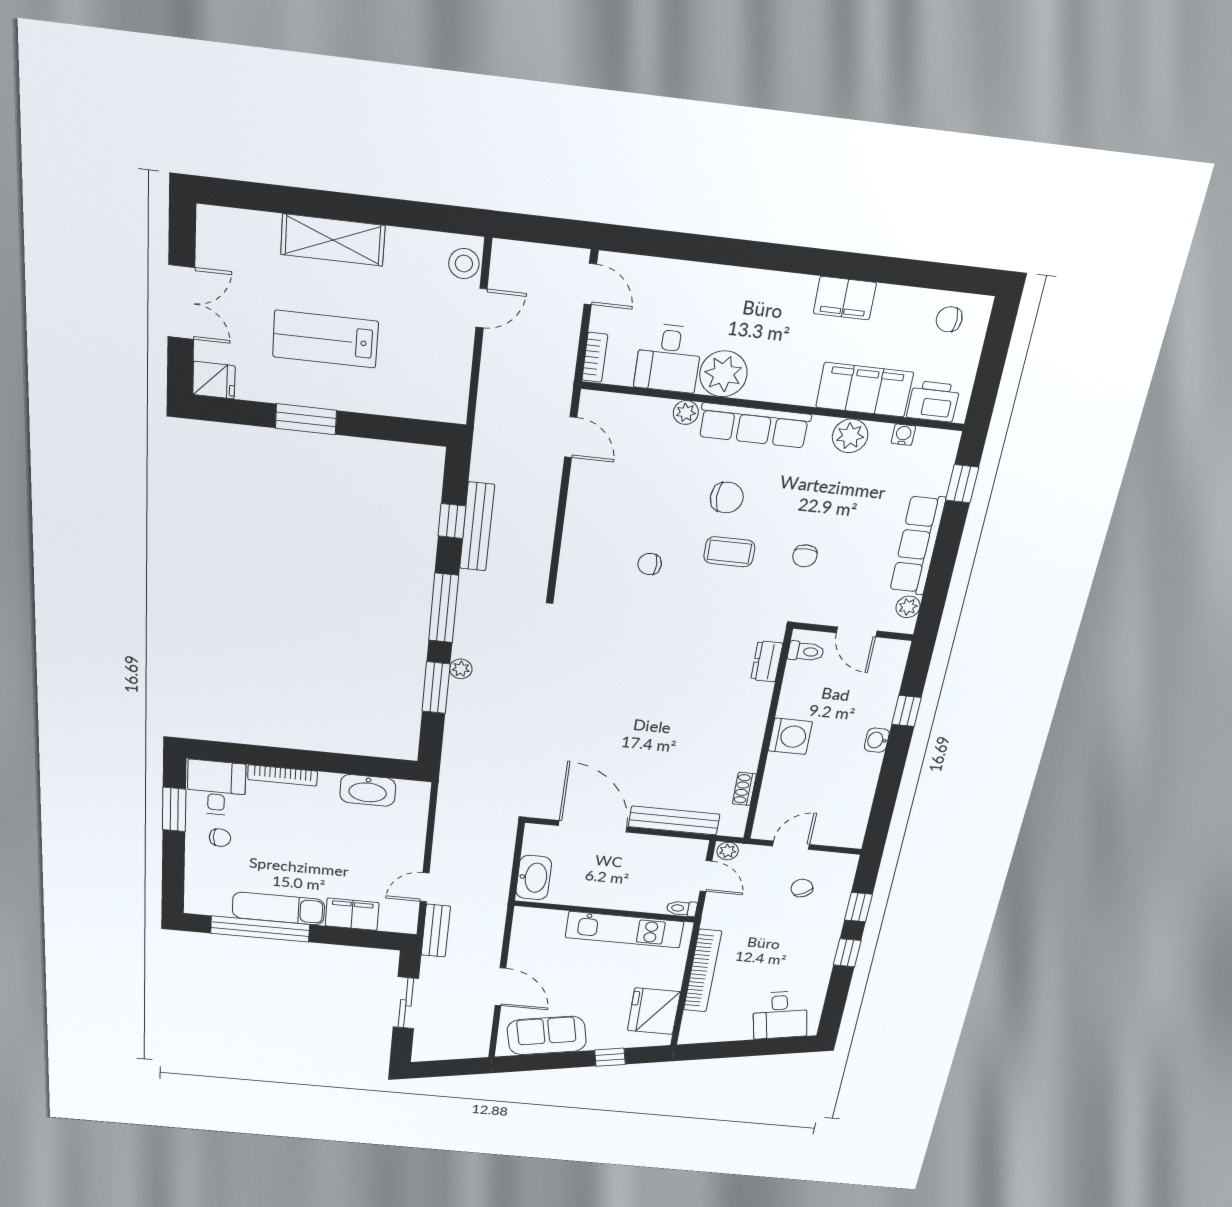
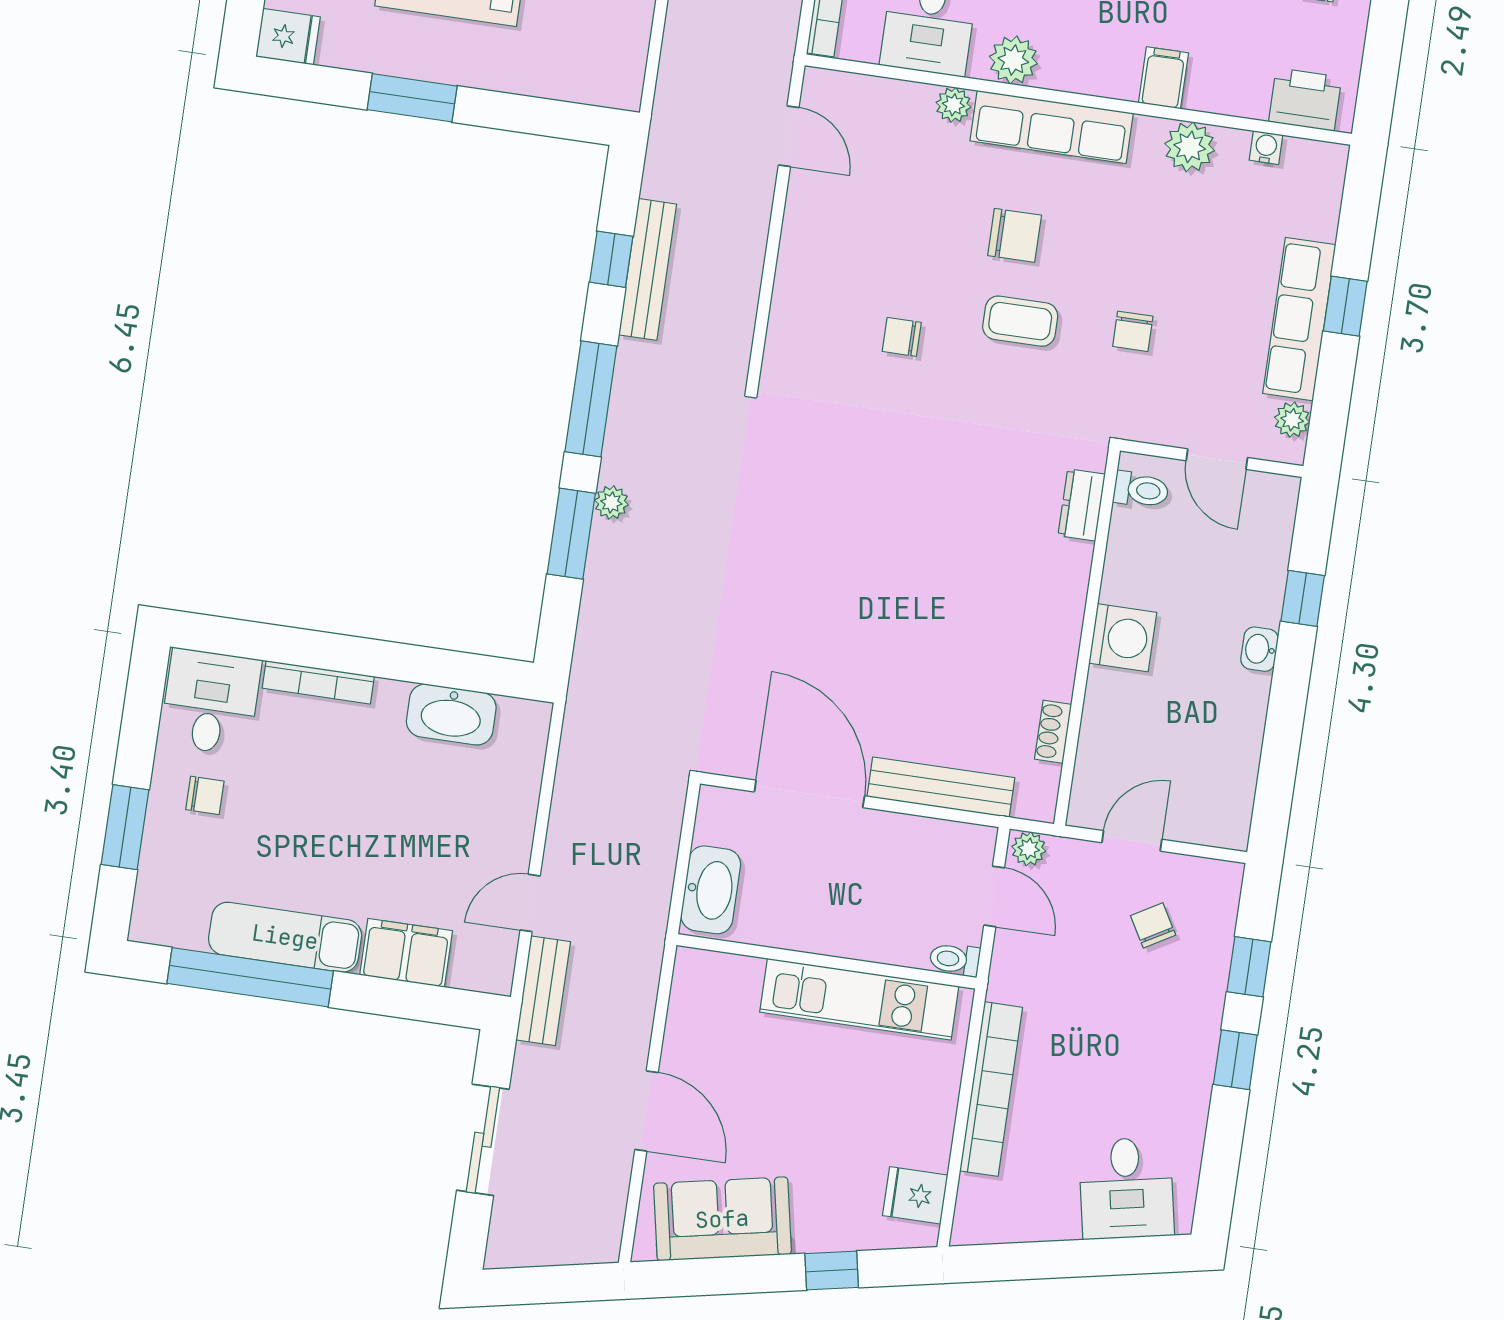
plant: (723, 374) -> (1013, 60), width x0.73, depth x0.73
filing cabinet: (864, 390) -> (1163, 78), width x0.33, depth x0.86
window: (962, 484) -> (1345, 306), moved
window: (174, 809) -> (125, 827), moved
fridge: (654, 1011) -> (915, 1195), width x0.53, depth x0.75

